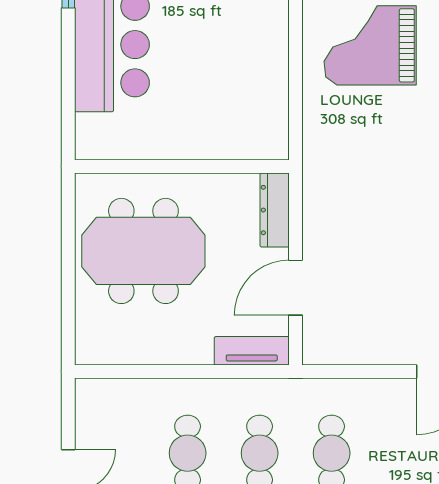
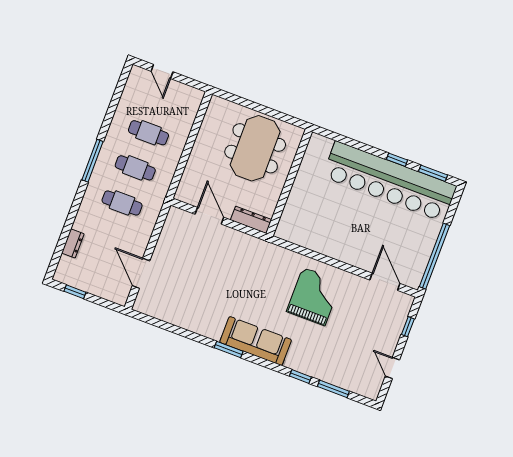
tv unit: (252, 351) -> (187, 183), removed

